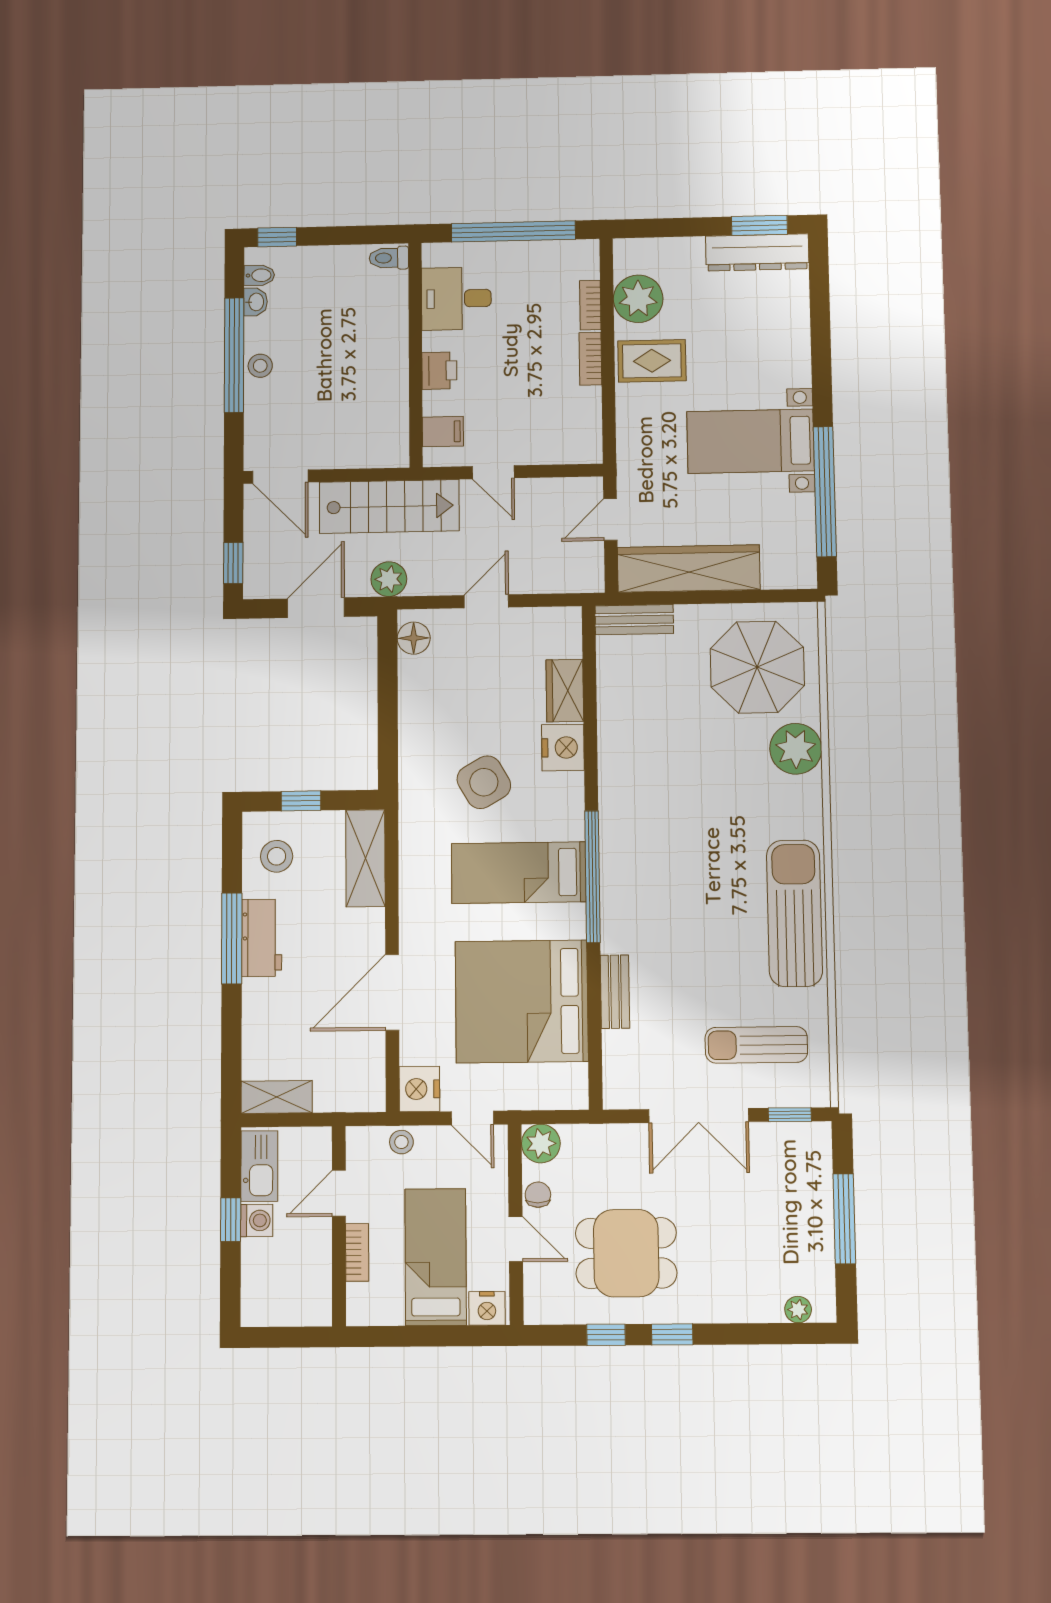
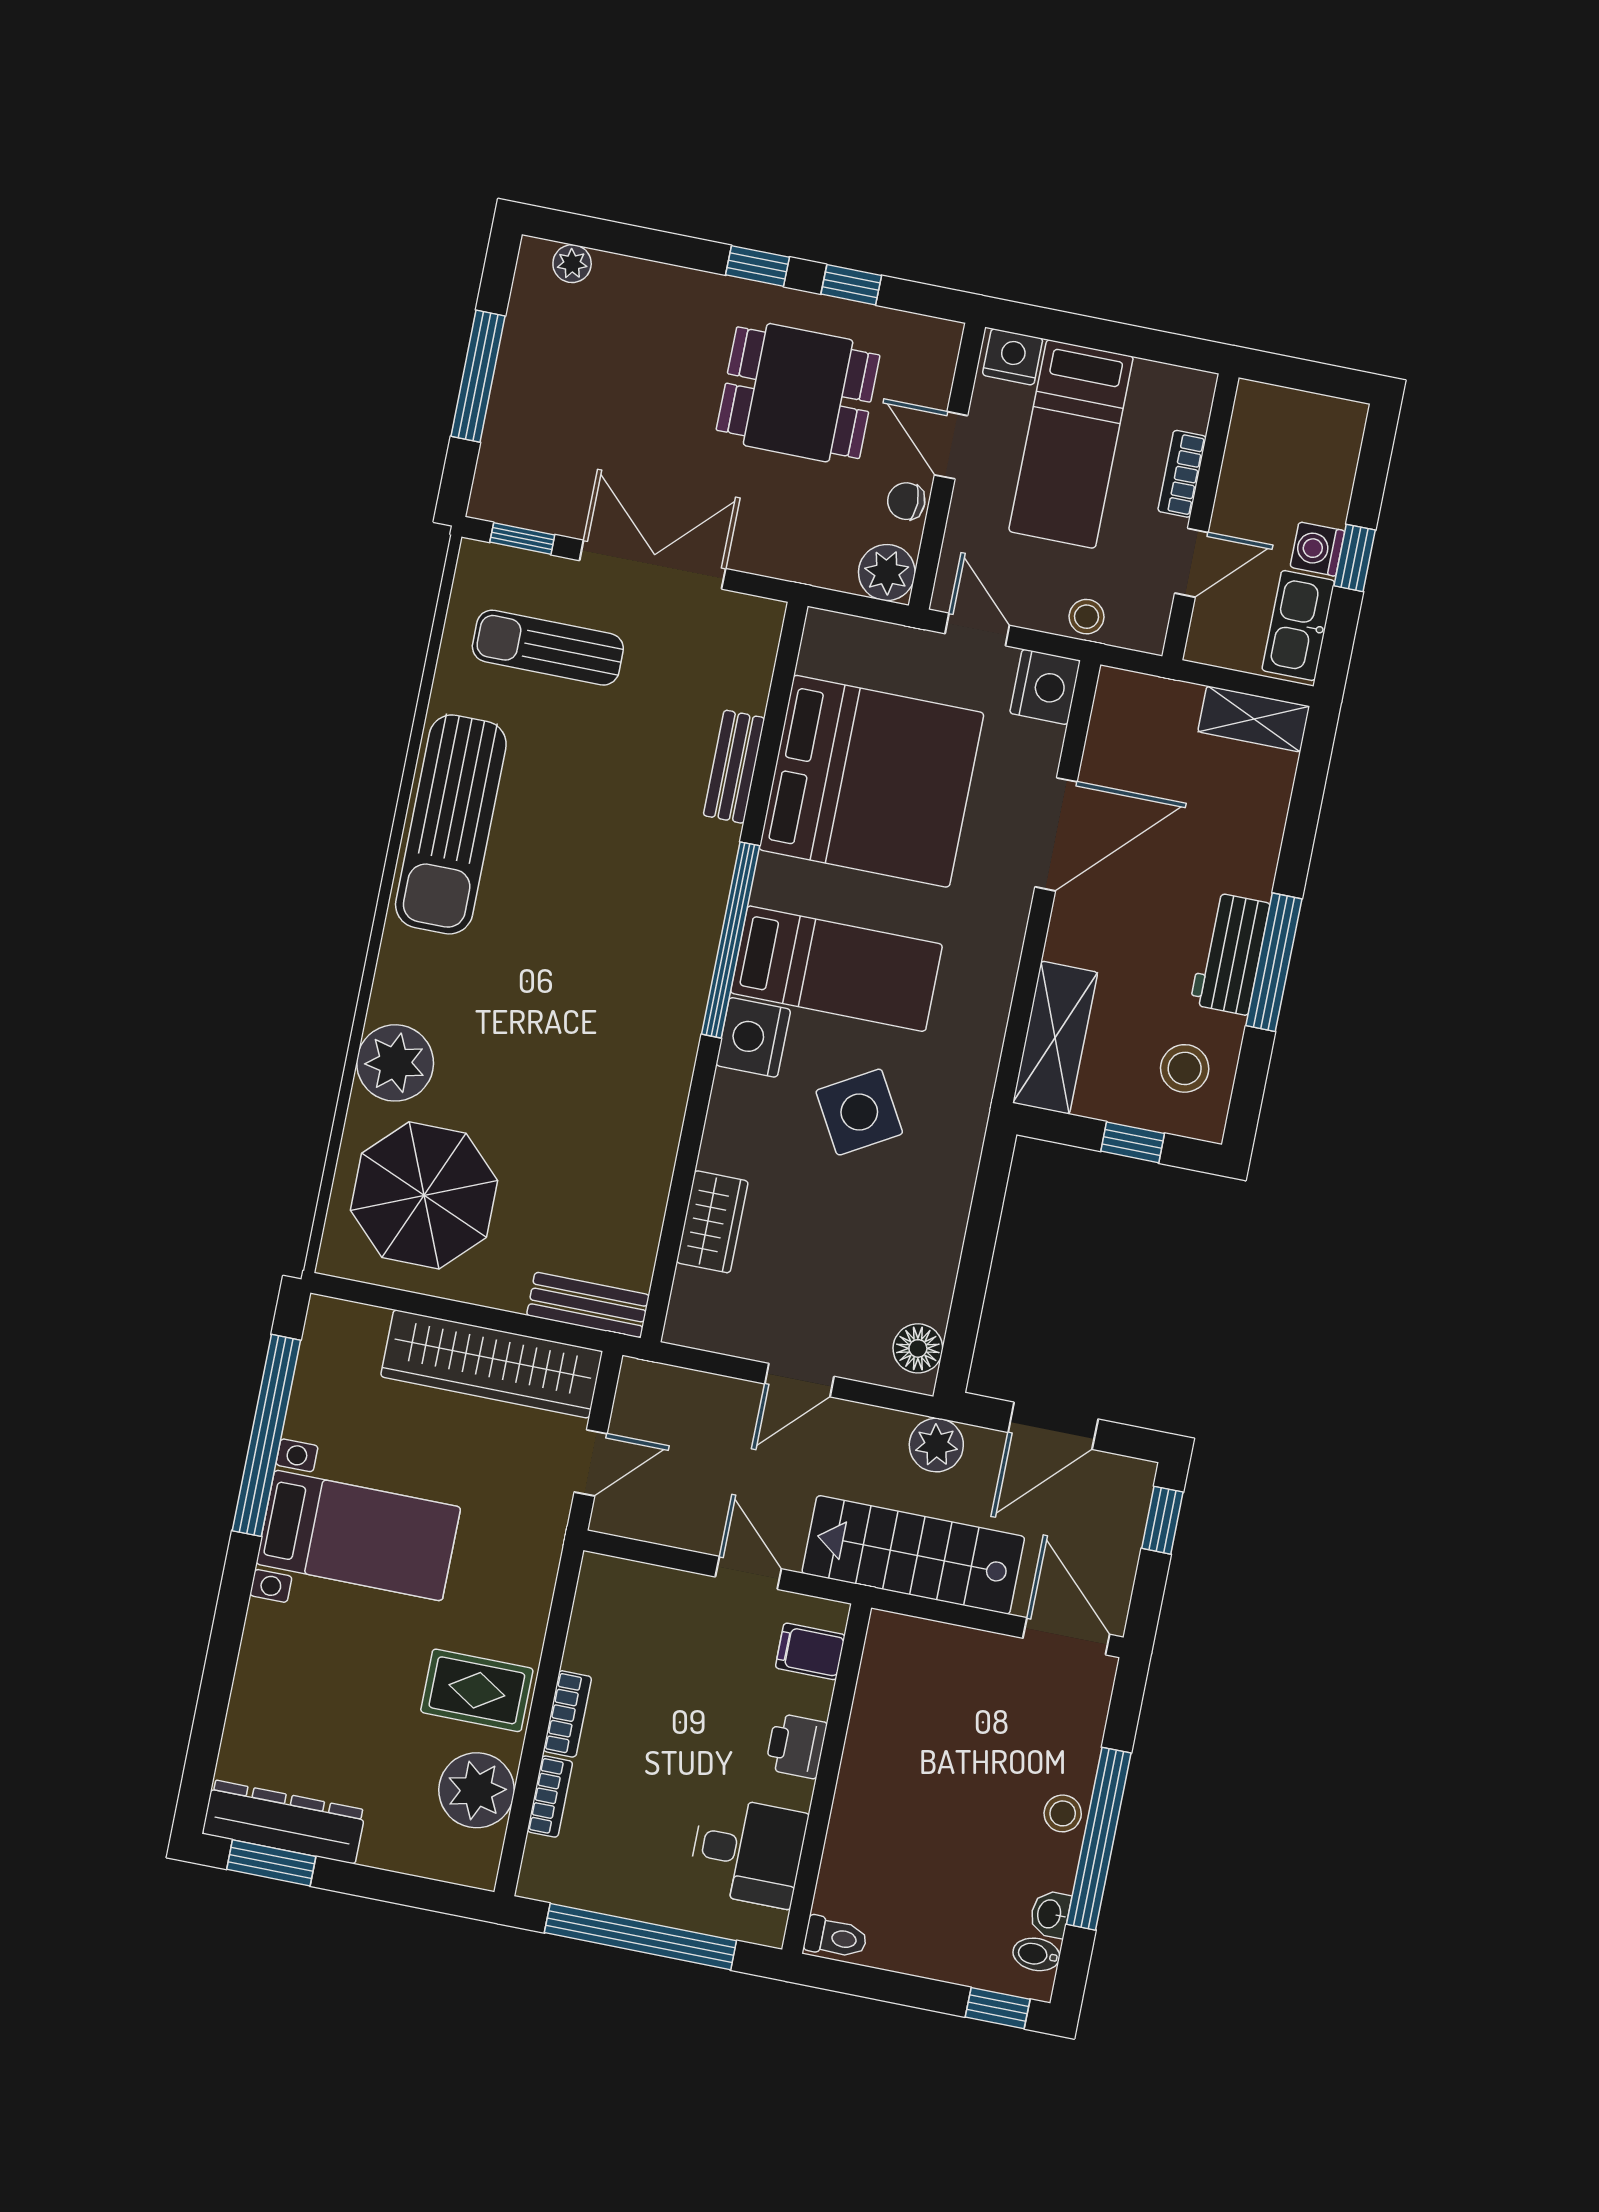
nightstand: (563, 748) -> (753, 1037), moved
sun lounger: (756, 1045) -> (548, 648), turned 180
chair: (538, 1195) -> (906, 501), turned 90

